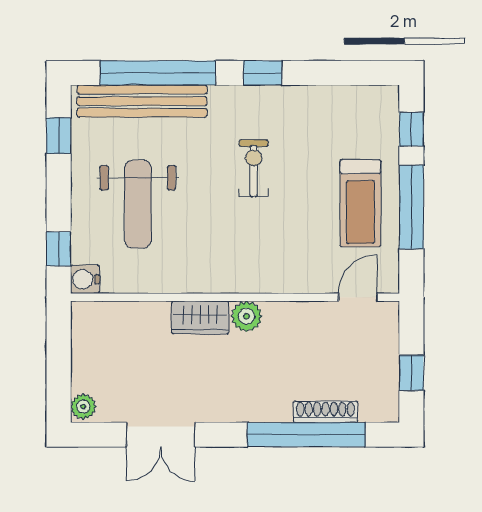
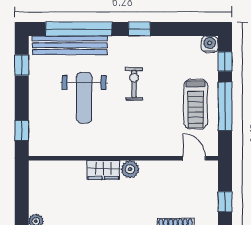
weight bench: (138, 204) -> (84, 98), moved
water cooler: (85, 279) -> (210, 44), moved, turned 90
door: (358, 297) -> (194, 158), hinge flipped

